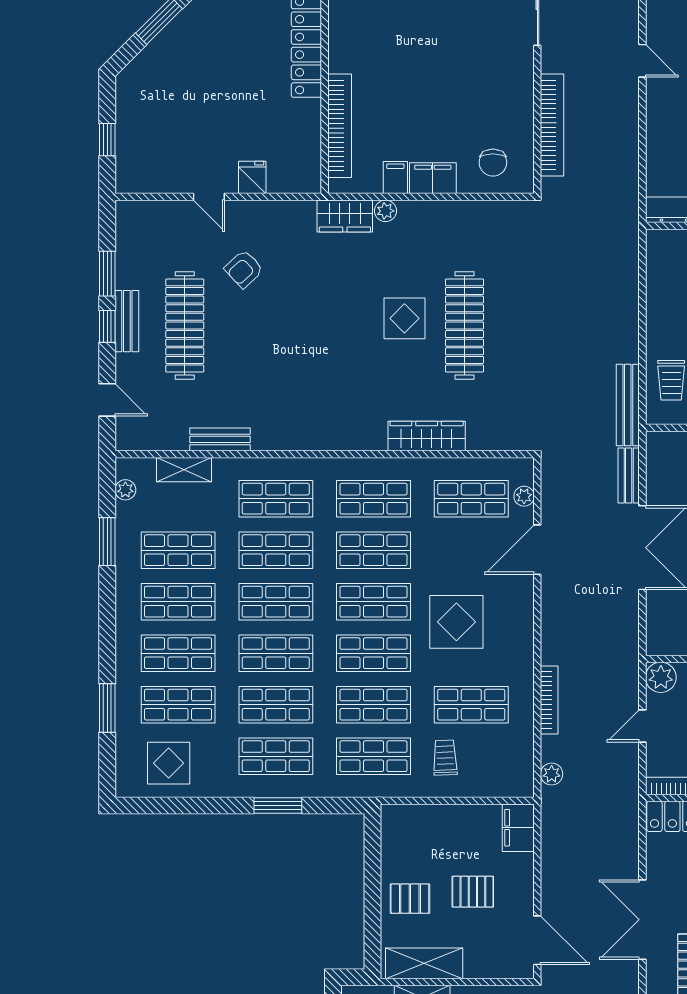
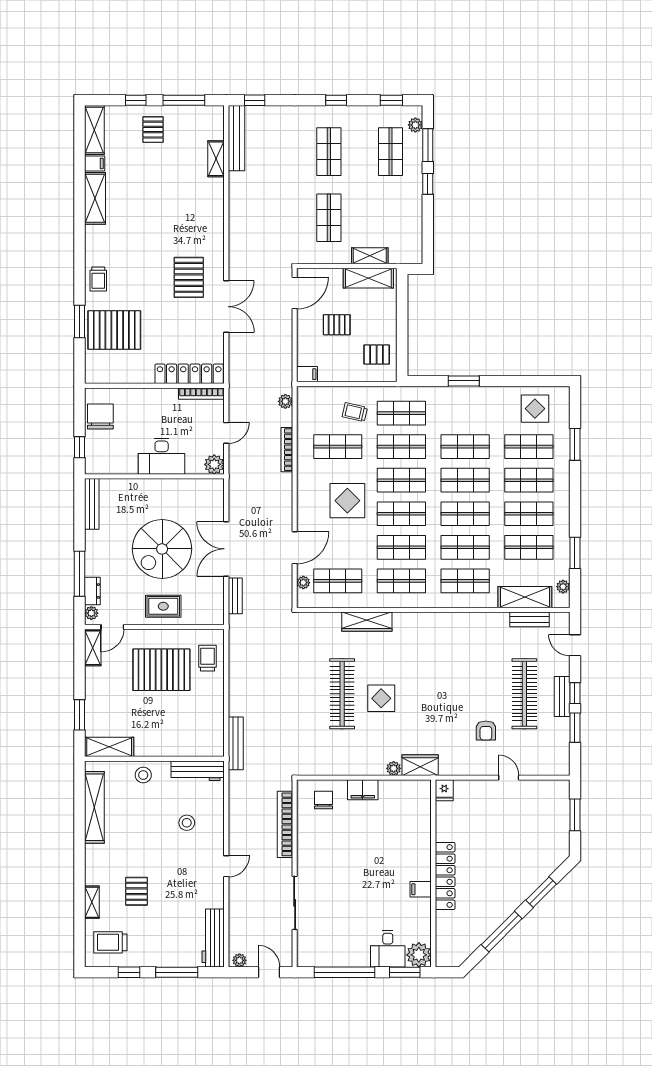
door: (642, 61) -> (226, 866), swing flipped
bookcase: (340, 126) -> (424, 824), removed
window: (107, 140) -> (575, 815), width x1.50
fridge: (252, 177) -> (444, 790), moved
filing cabinet: (395, 178) -> (421, 889), moved, turned 90
armchair: (244, 269) -> (486, 731), turned 133
bench: (628, 405) -> (236, 743), moved
bench: (220, 439) -> (529, 619), moved
shelving: (184, 470) -> (525, 597), width x1.50, depth x1.33
shop shelf: (276, 756) -> (465, 413), removed
trolley: (445, 758) -> (355, 412), turned 105
filing cabinet: (518, 828) -> (307, 374), width x0.50
pallet: (410, 899) -> (377, 355), moved
door: (537, 940) -> (295, 293), swing flipped

